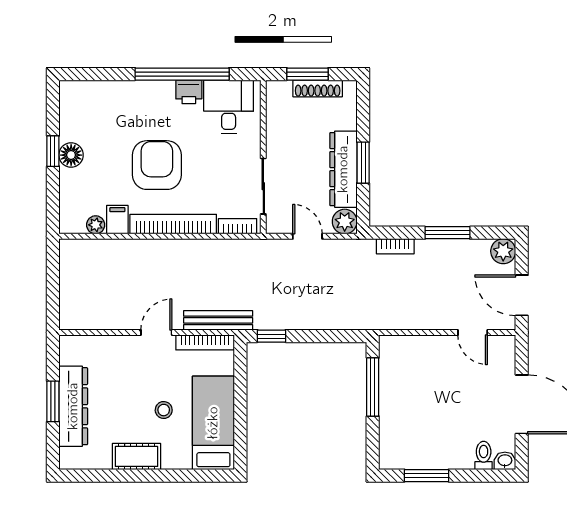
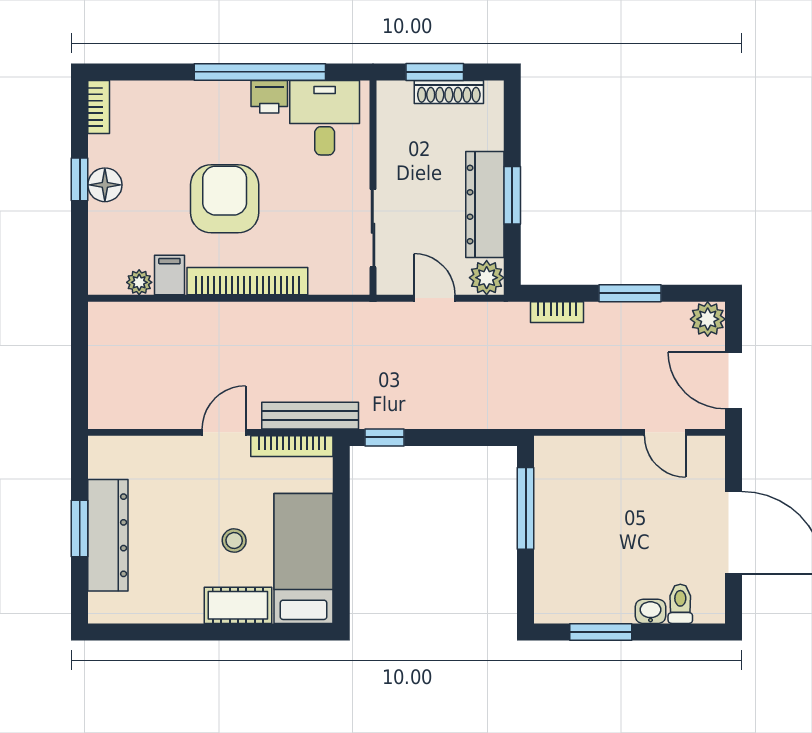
bookcase: (238, 226) -> (99, 107), moved, turned 90
cot: (137, 456) -> (238, 605), moved
washbasin: (505, 461) -> (651, 611), moved

